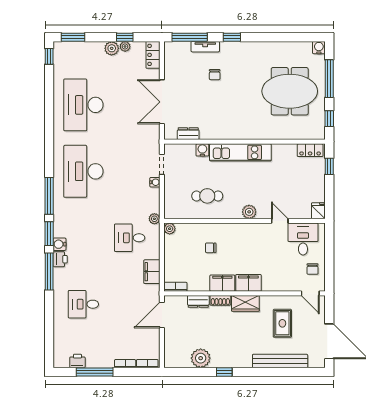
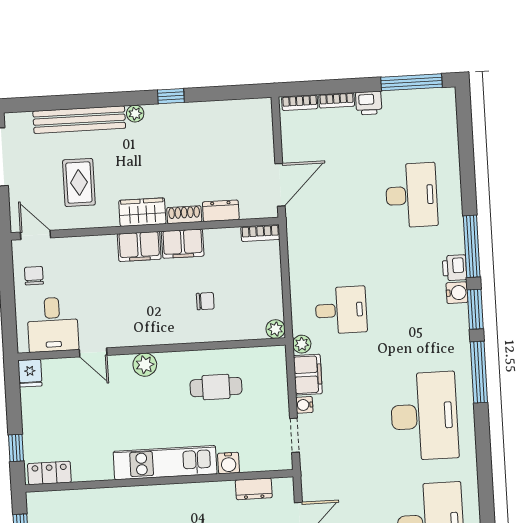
filing cabinet: (152, 272) -> (308, 375), moved
desk: (83, 304) -> (412, 195), width x1.37
plant: (201, 358) -> (135, 114), moved, width x0.53, depth x0.53
printer: (77, 361) -> (369, 103), moved
window: (95, 372) -> (411, 82), moved

